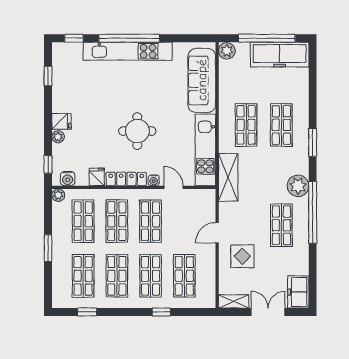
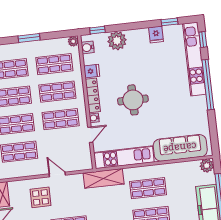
kitchen unit: (128, 51) -> (194, 59), moved
fridge: (61, 121) -> (156, 35), moved
plant: (58, 137) -> (117, 41), width x1.87, depth x1.87

